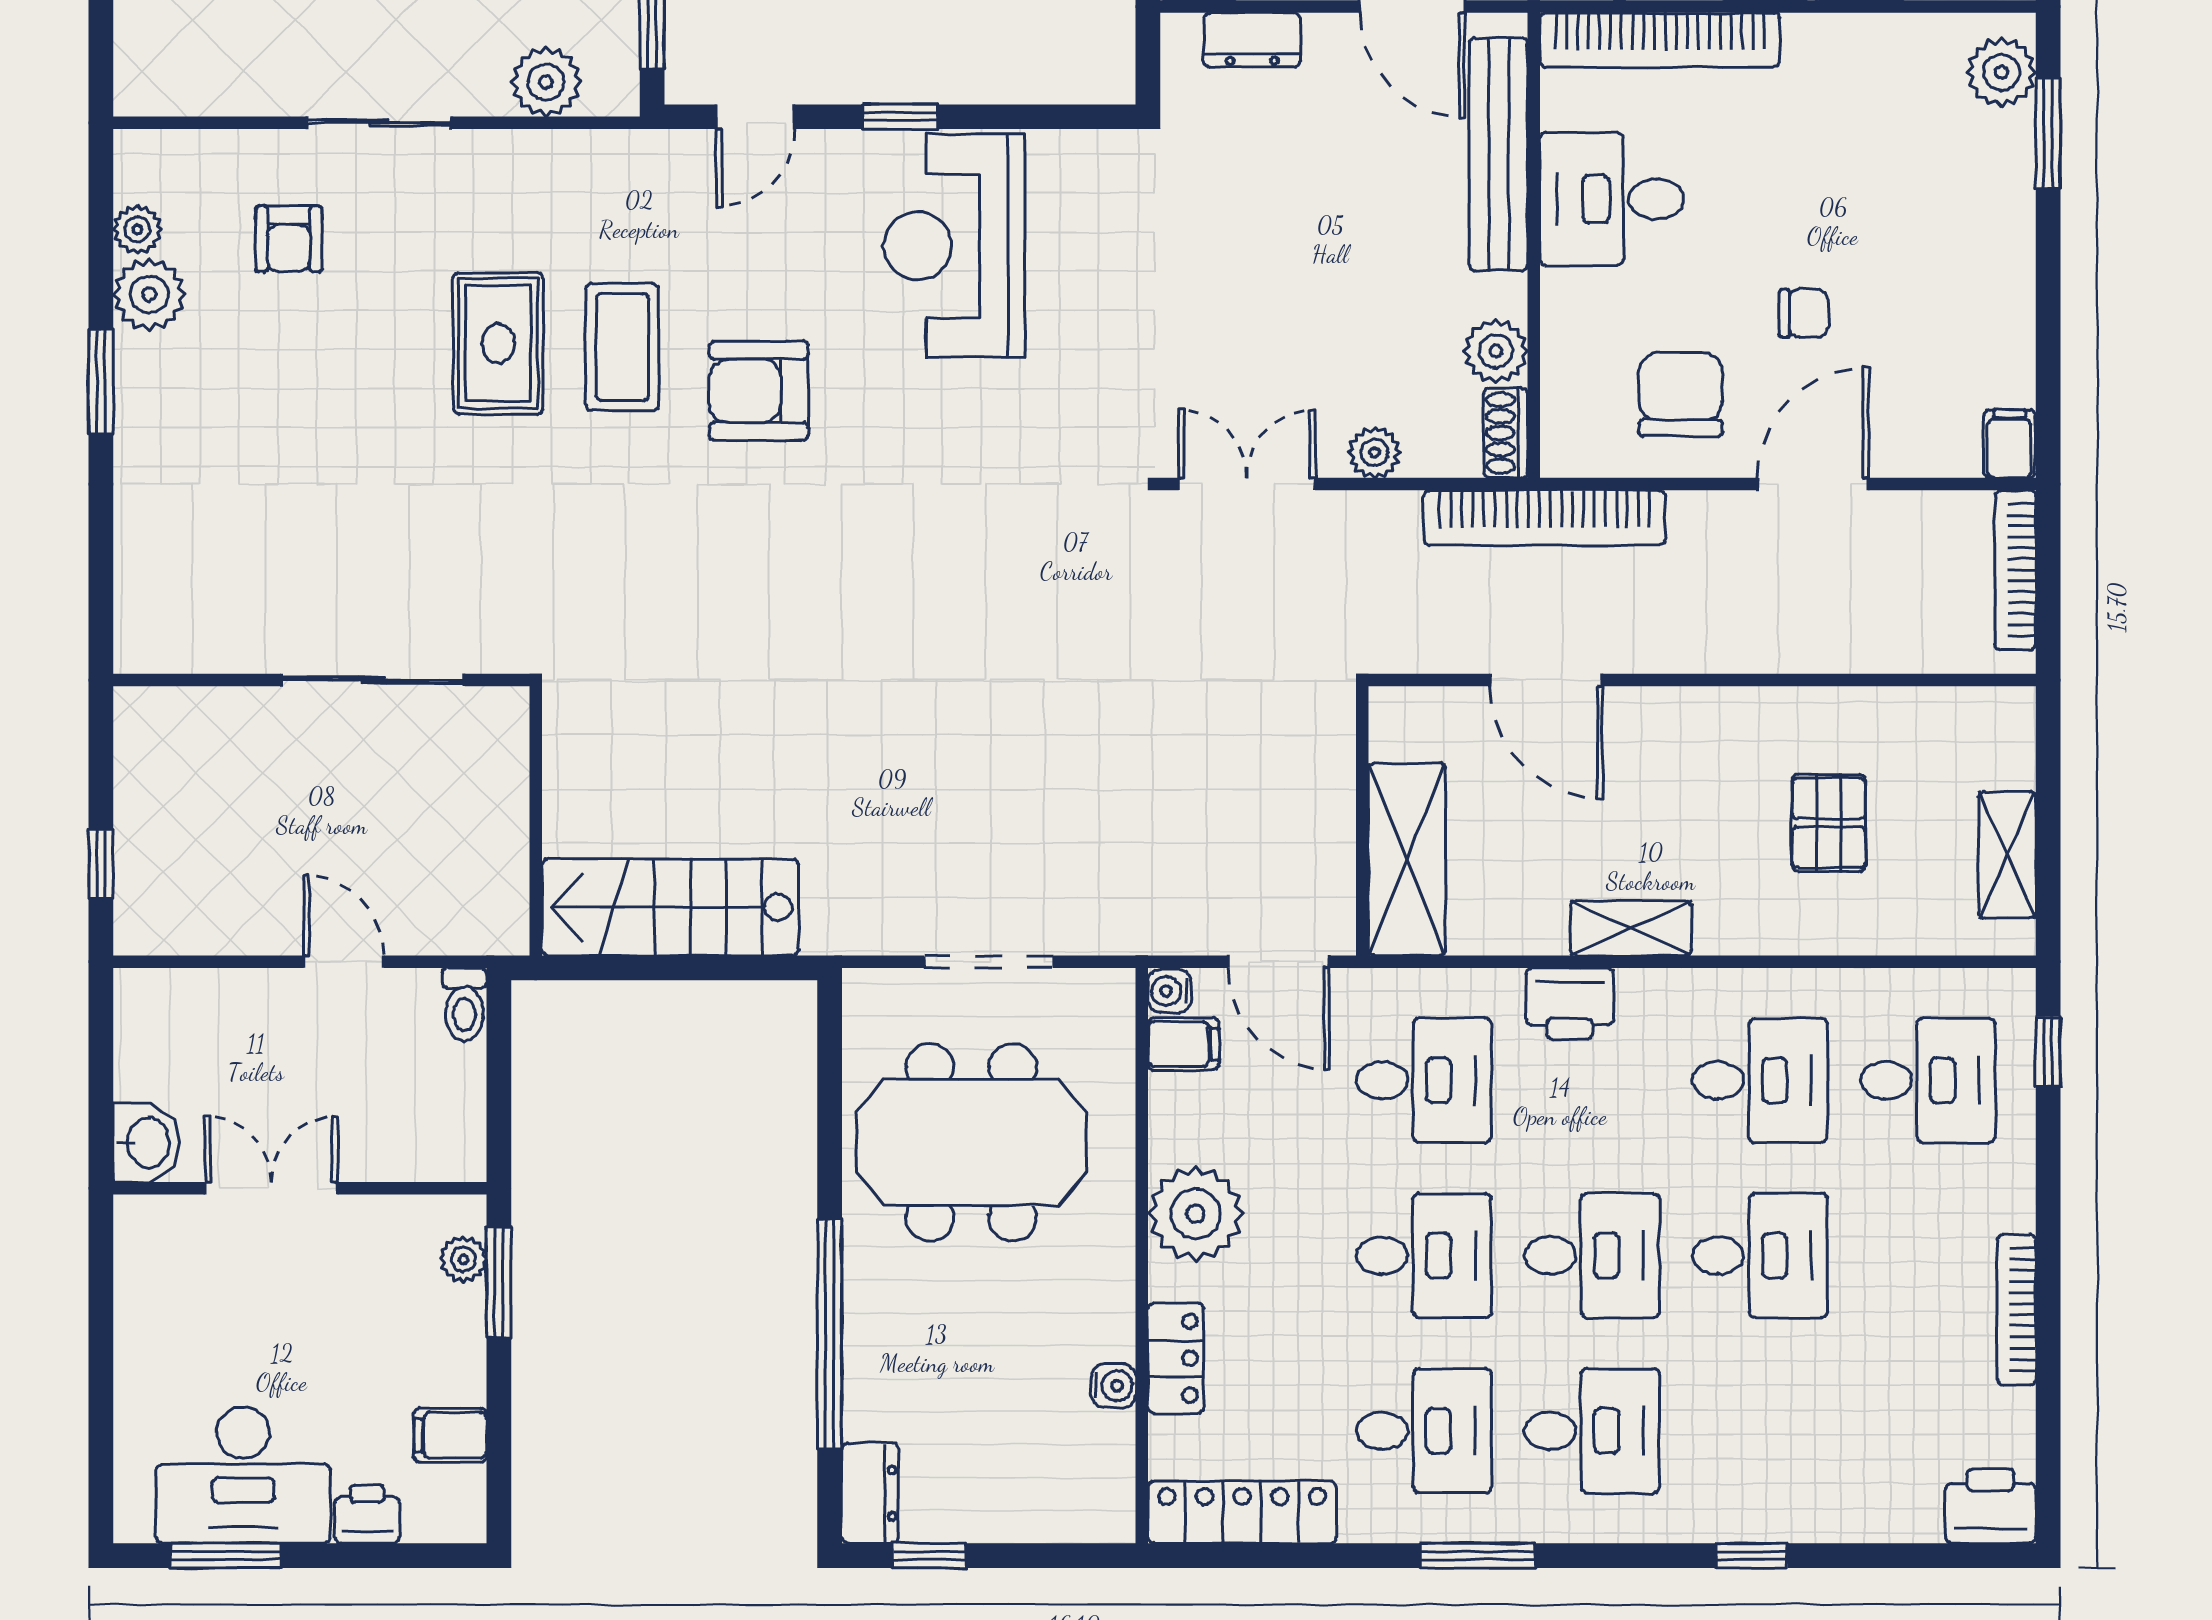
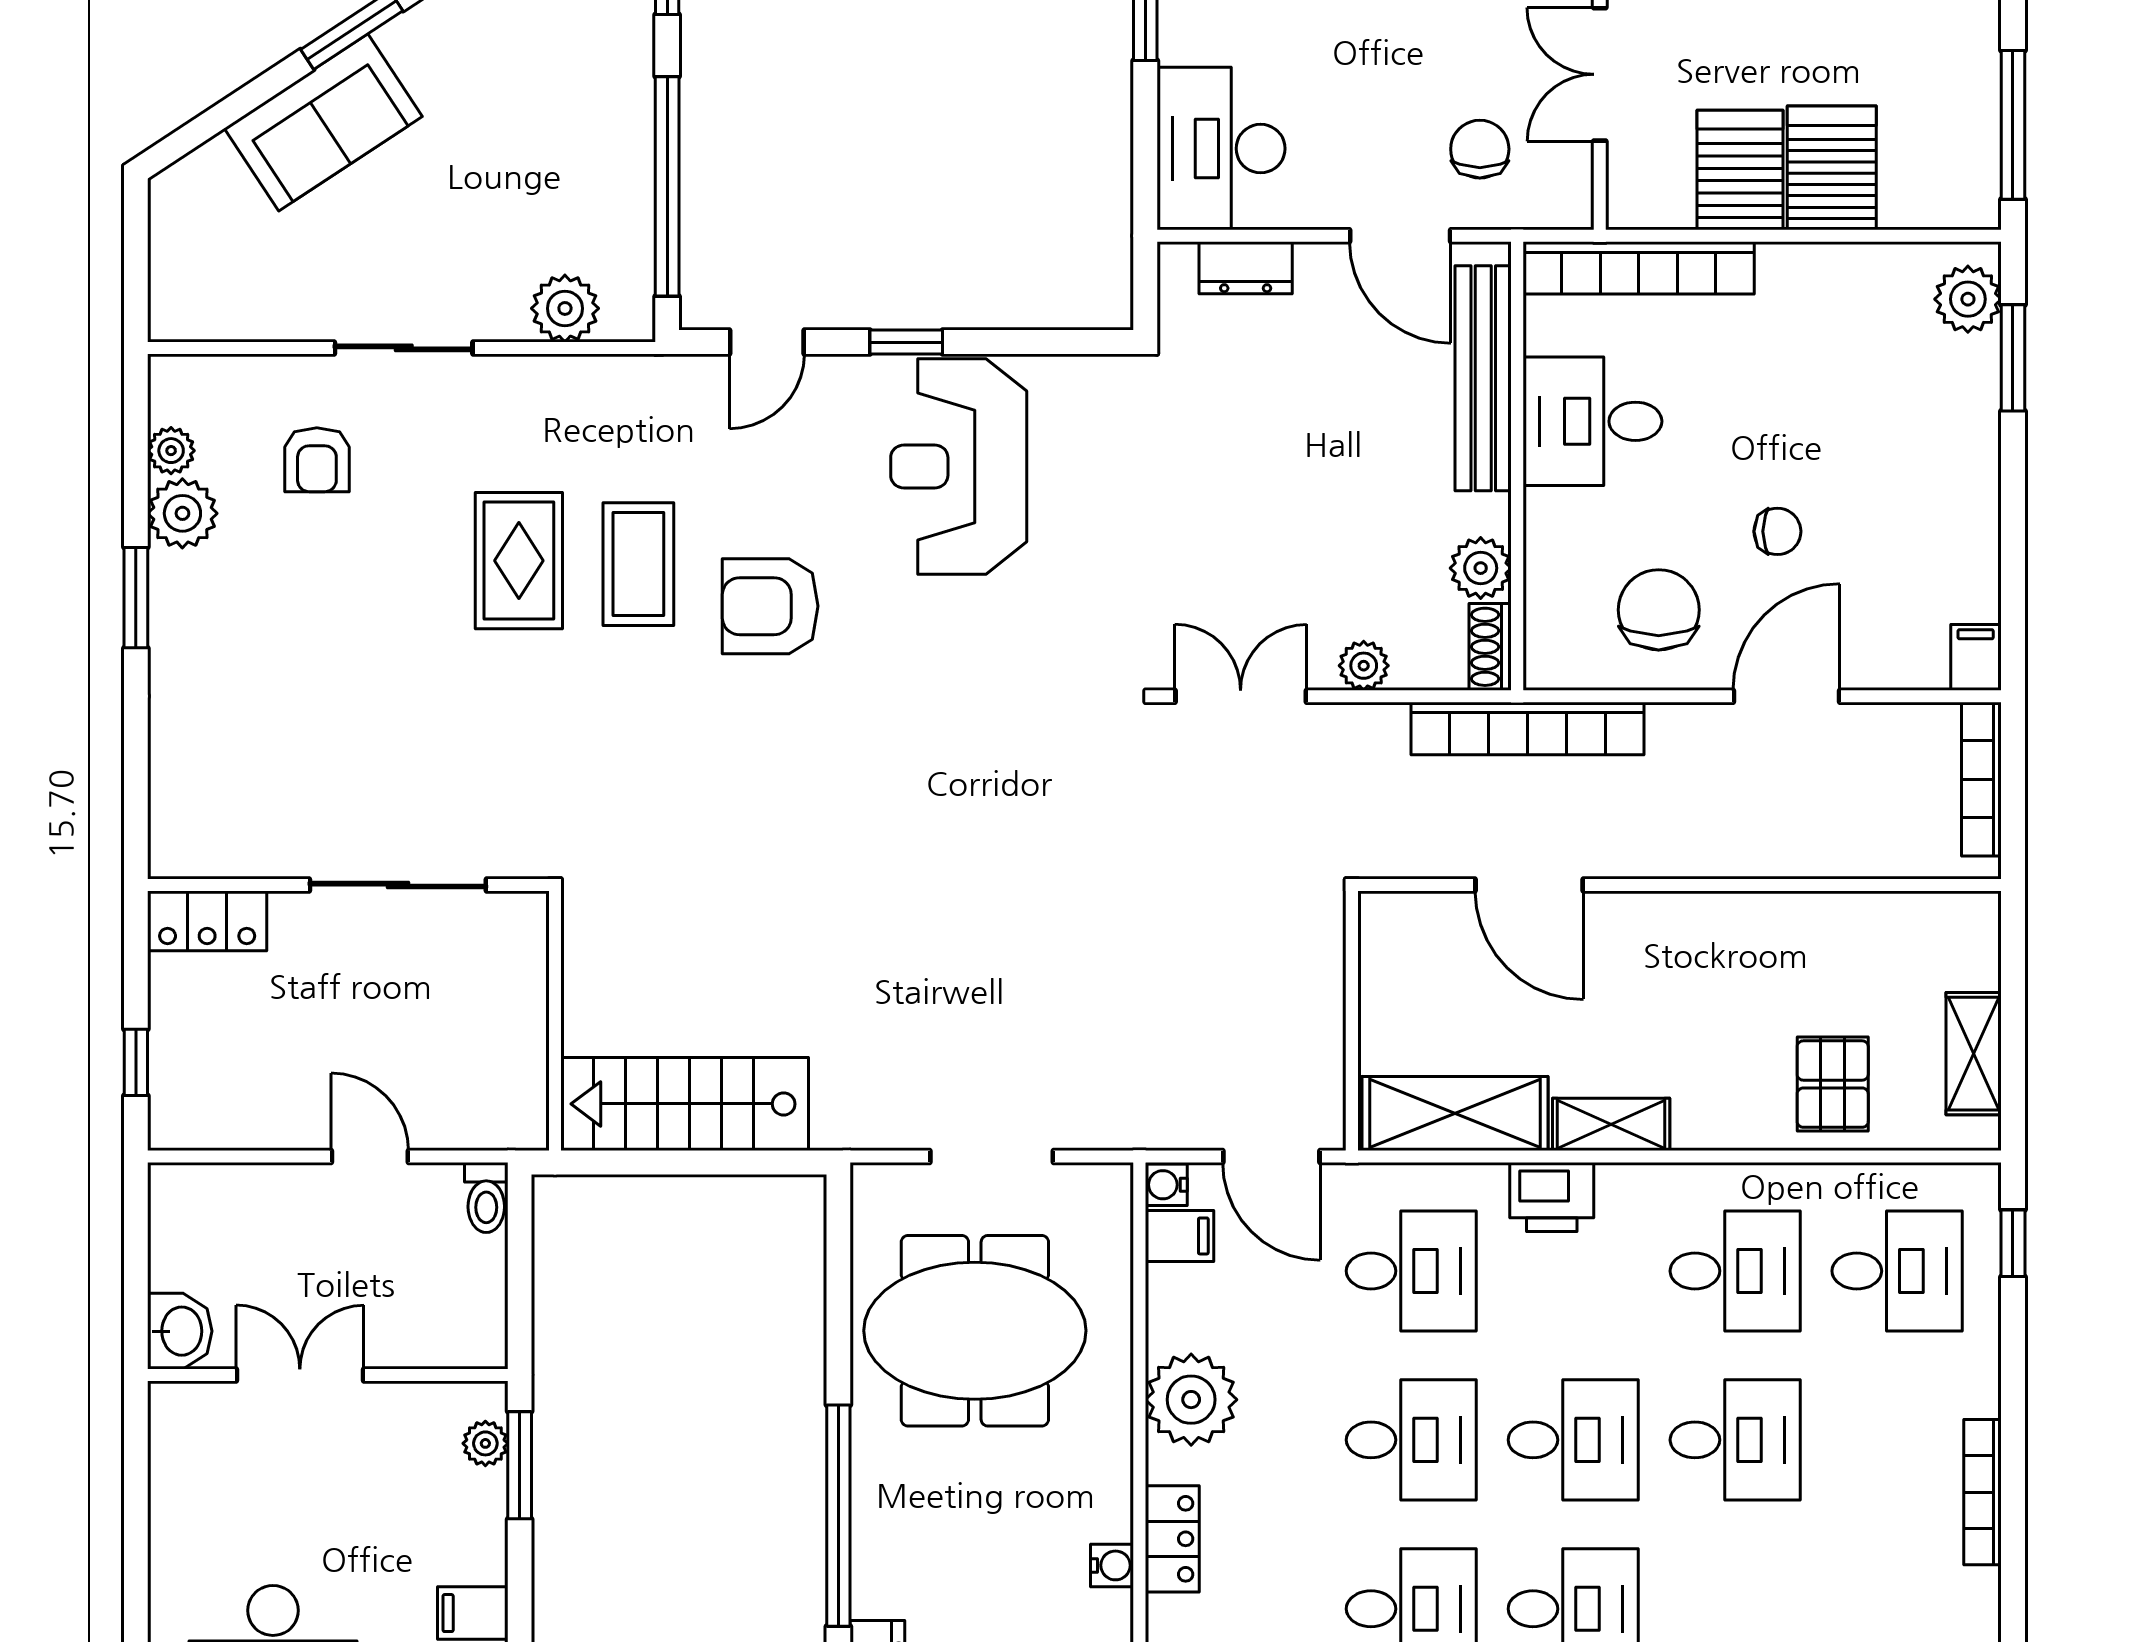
locker: (175, 717) -> (207, 921), added
pallet: (1829, 823) -> (1833, 1084), moved
shelving: (1407, 859) -> (1455, 1114), moved, turned 90

